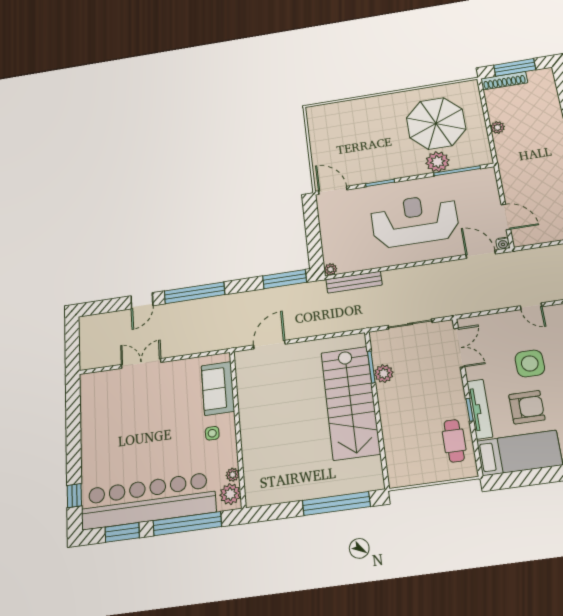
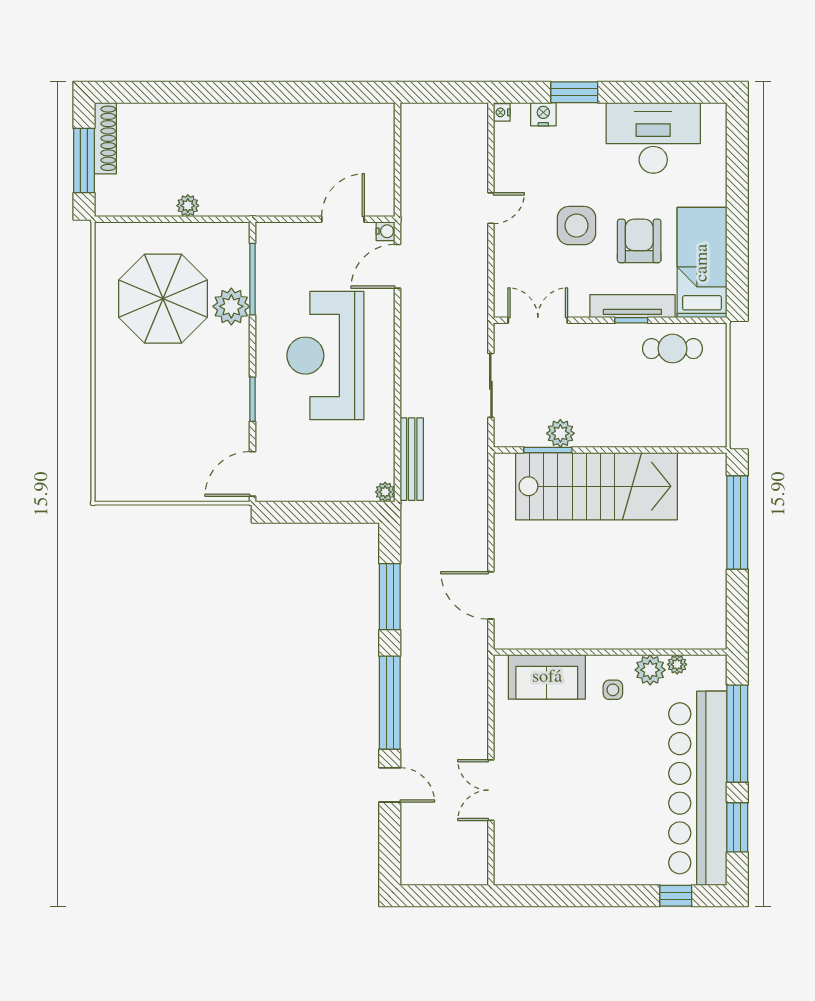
shoe rack: (504, 81) -> (105, 138), moved
window: (285, 279) -> (390, 597), moved
plant: (230, 494) -> (650, 670), moved

